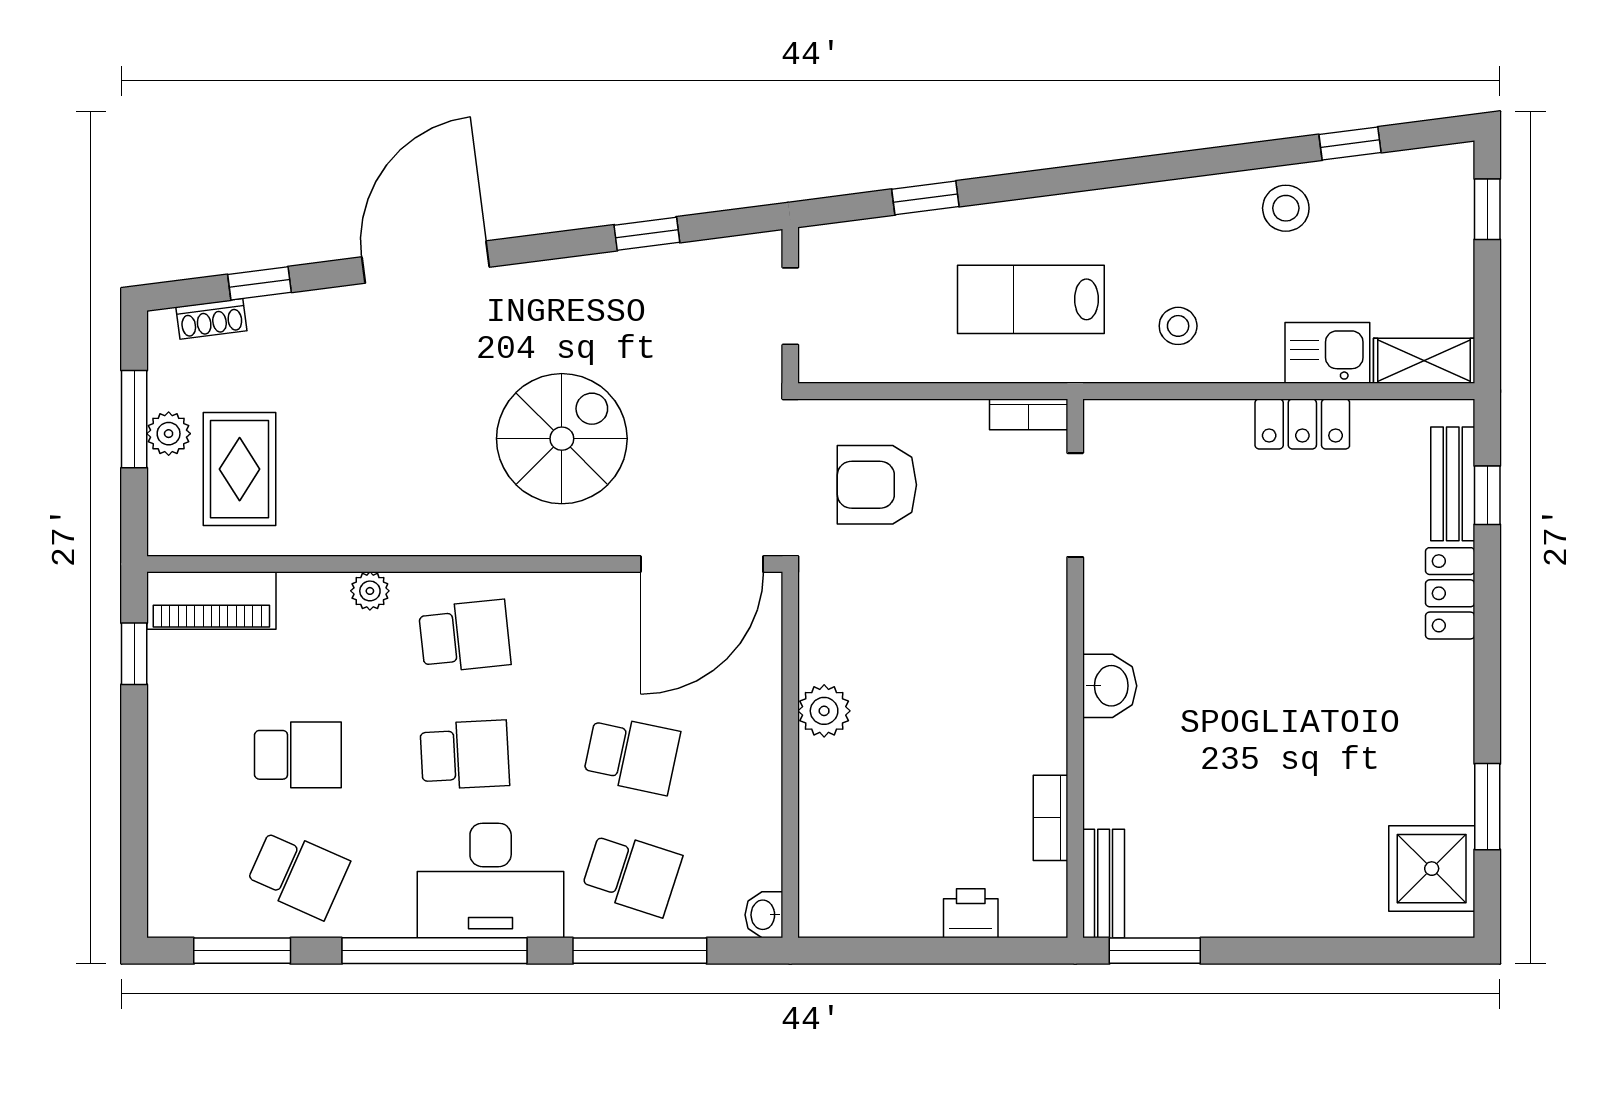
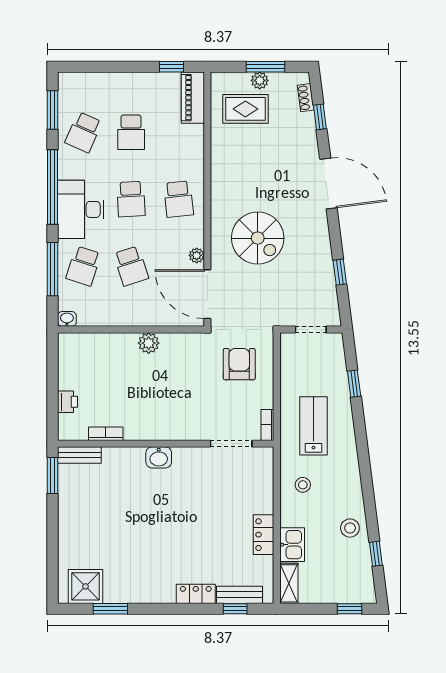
plant: (370, 591) -> (197, 255), moved
school desk: (632, 755) -> (131, 266), turned -30

